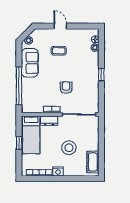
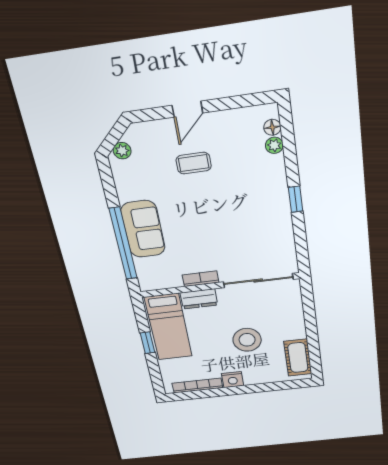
door: (60, 26) -> (187, 109), swing flipped
sofa: (30, 63) -> (143, 229), moved
armchair: (66, 88) -> (223, 235), removed

